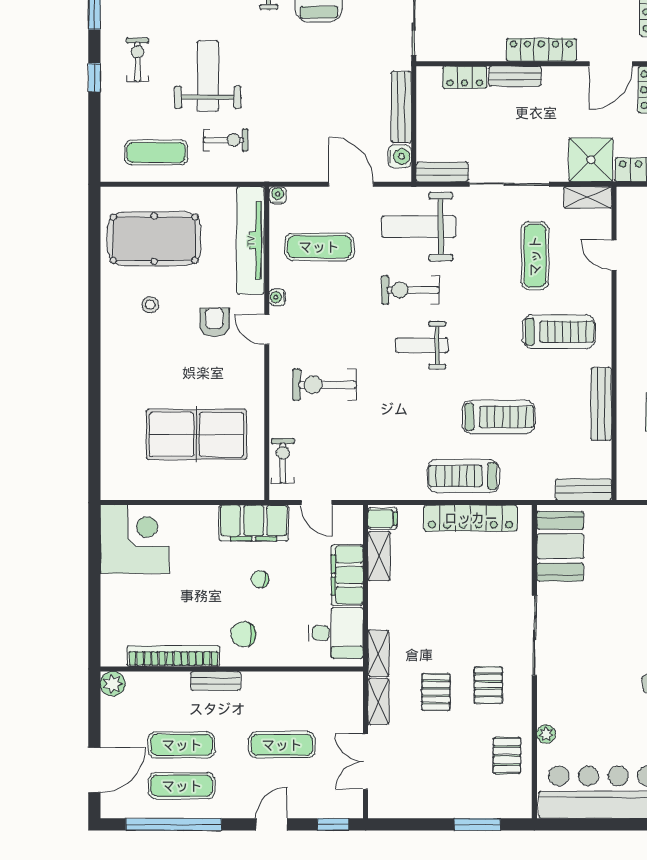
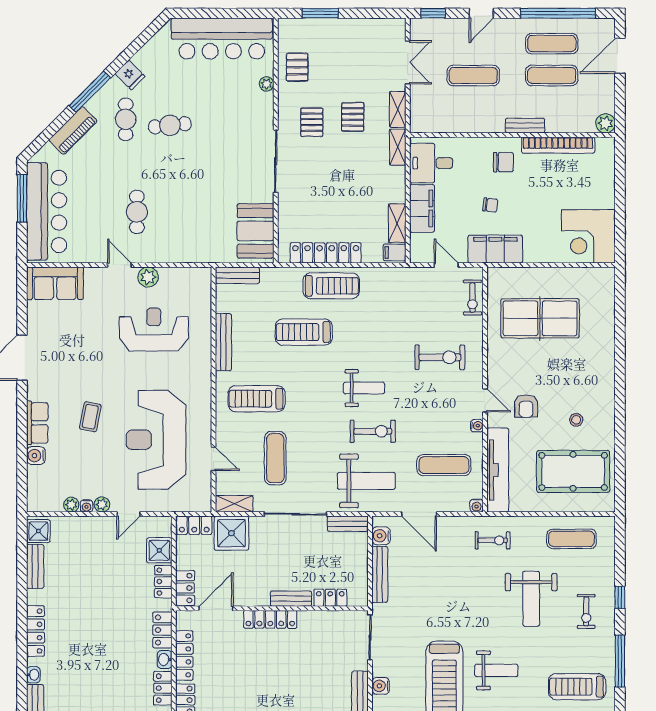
exercise bike: (226, 140) -> (493, 540), moved, turned 180

